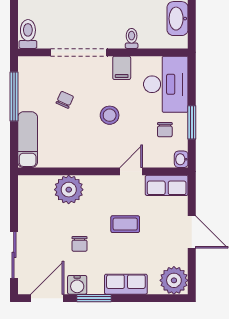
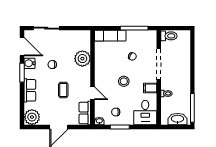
desk: (166, 84) -> (145, 113), width x0.73

